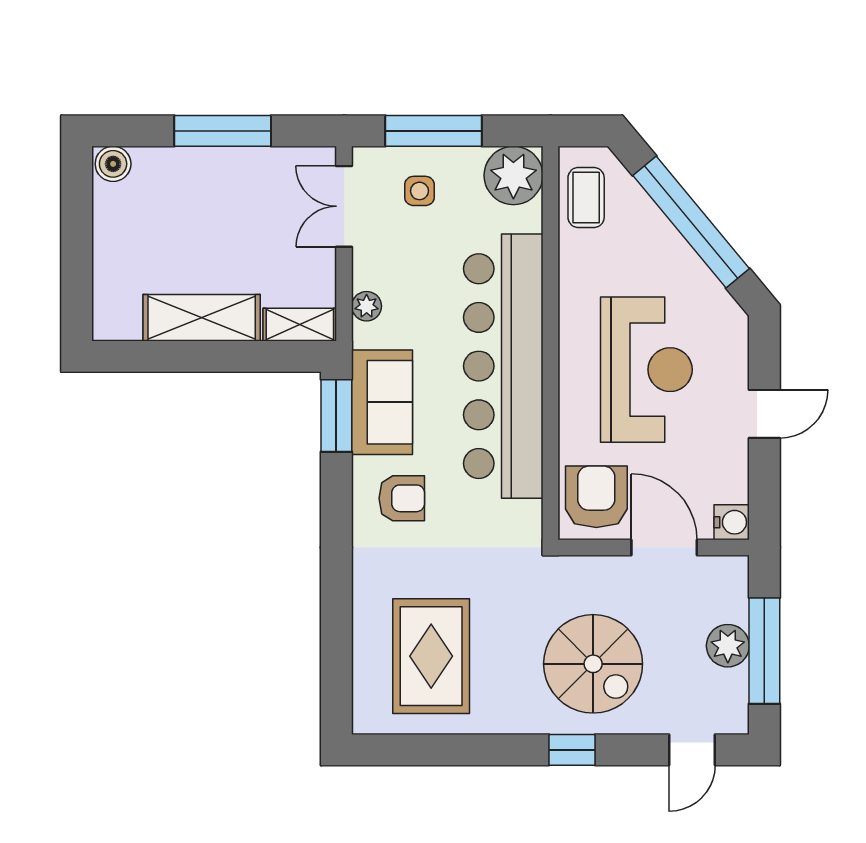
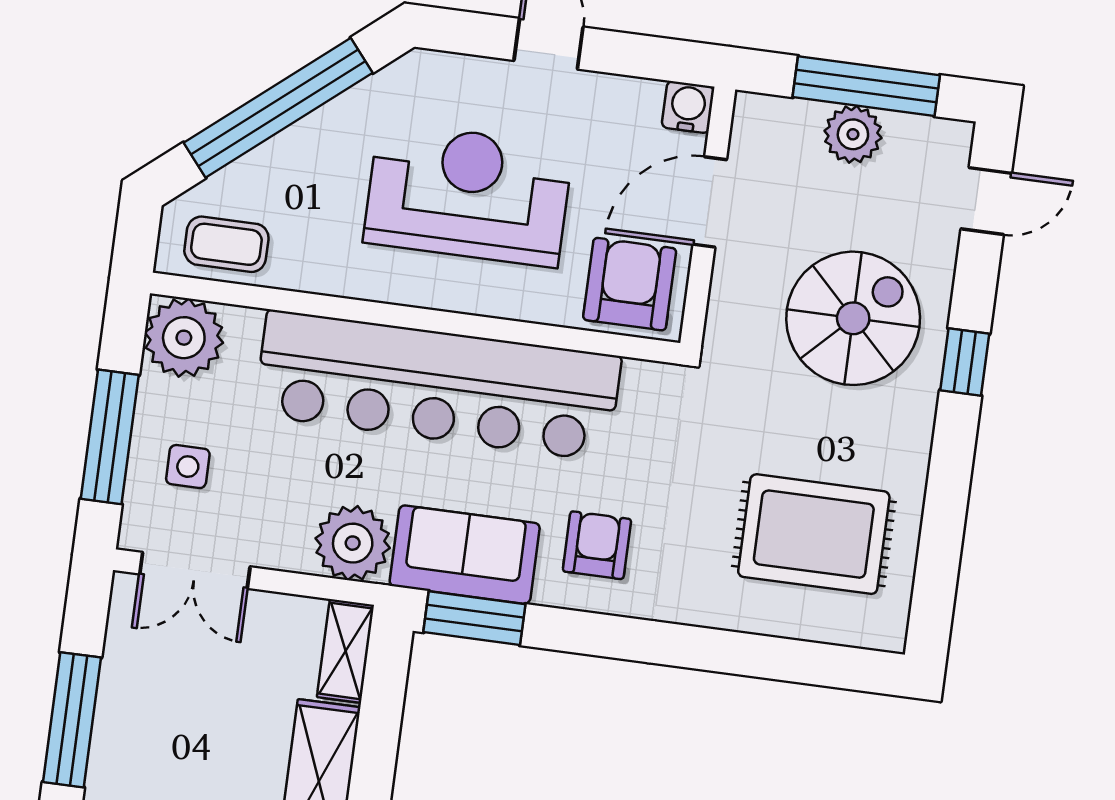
plant: (367, 306) -> (353, 543), width x1.87, depth x1.87
armchair: (596, 497) -> (630, 284), turned 90
door: (692, 750) -> (986, 201), hinge flipped

